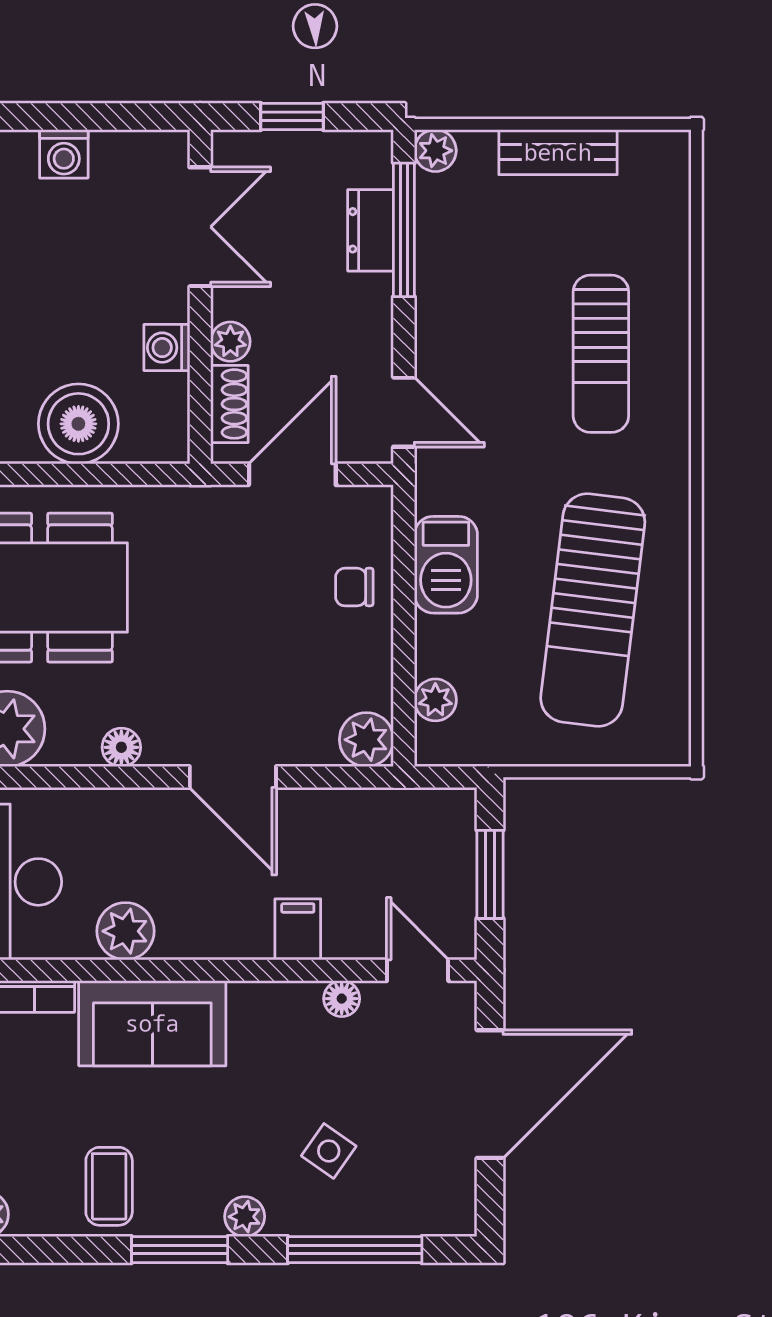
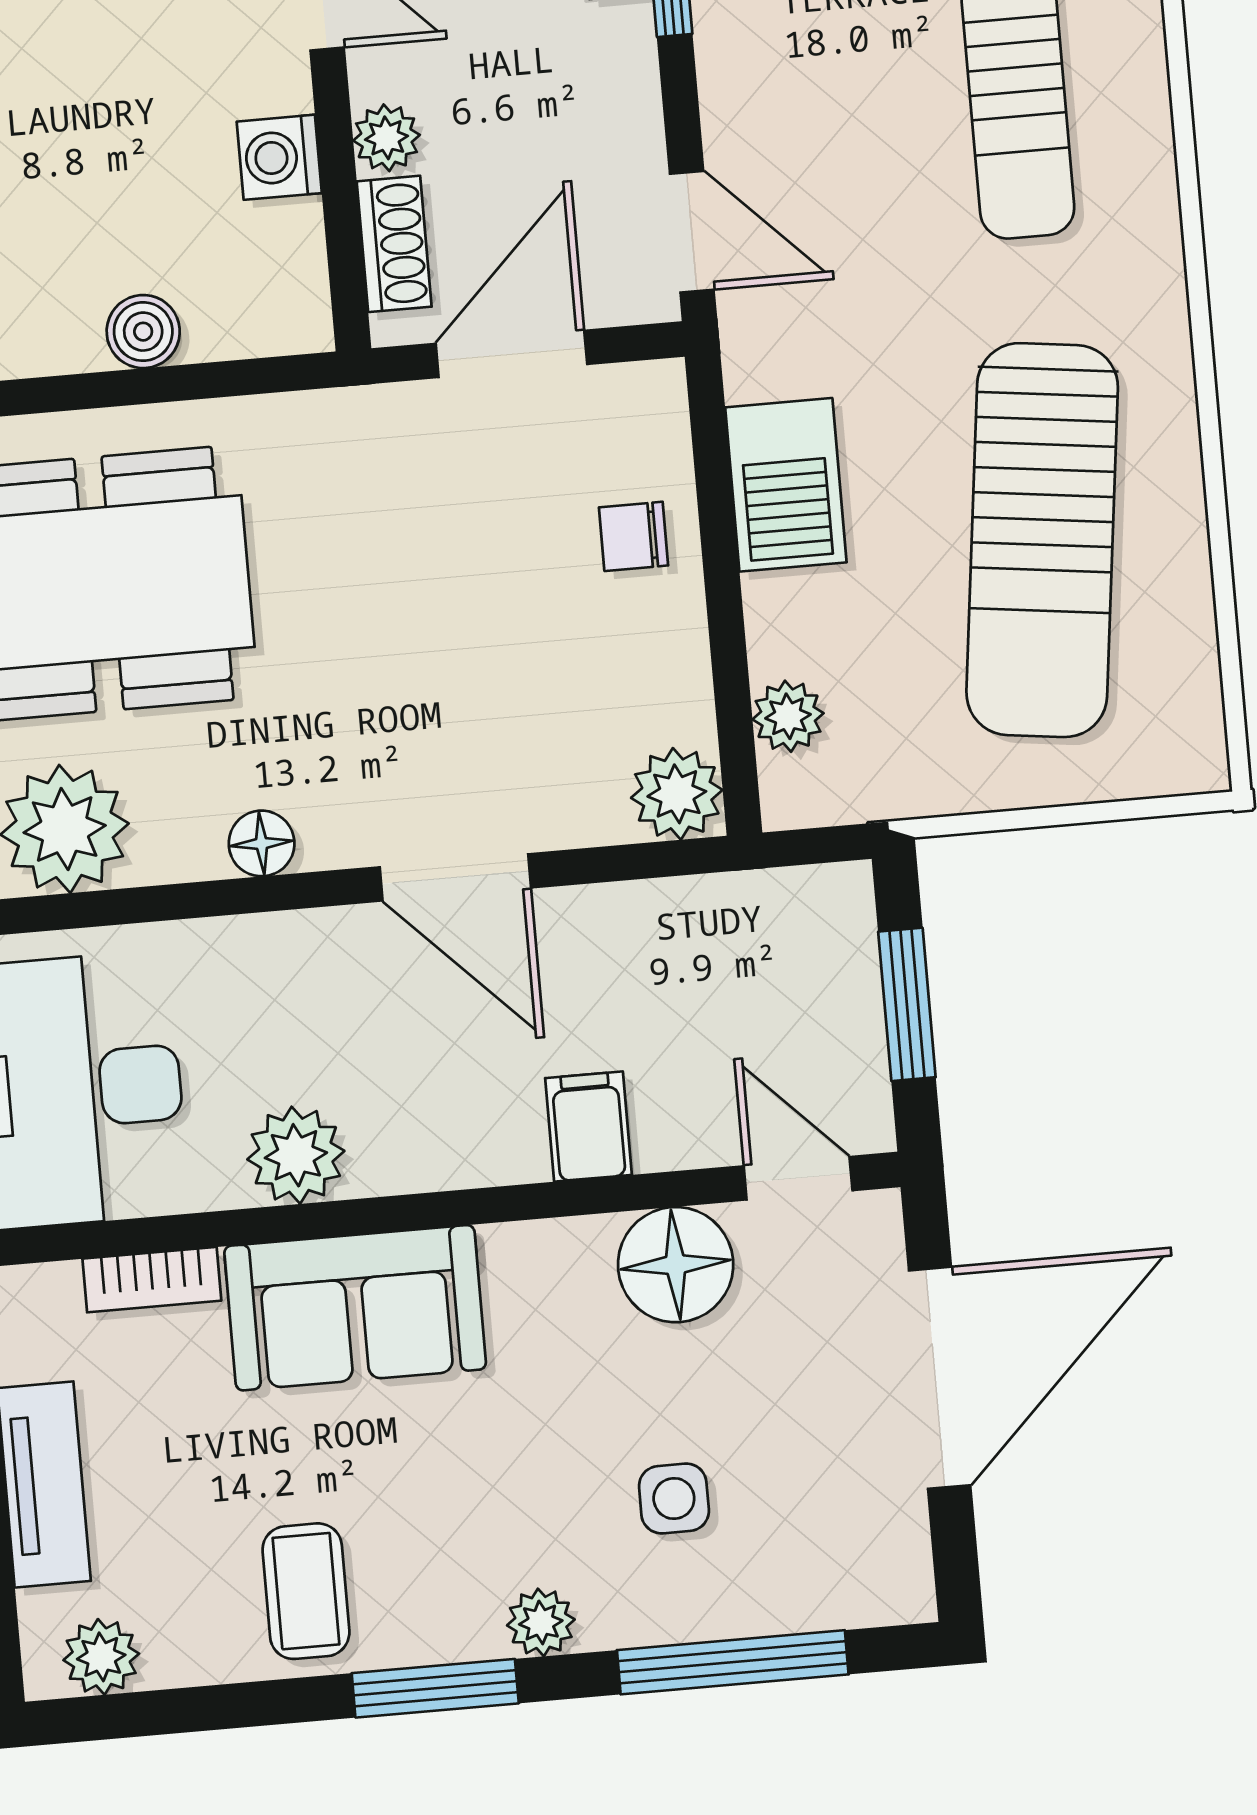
boiler: (78, 424) -> (143, 332), width x0.54, depth x0.54
floor lamp: (342, 999) -> (676, 1265), width x1.89, depth x1.89
side table: (329, 1151) -> (674, 1499), turned -35

